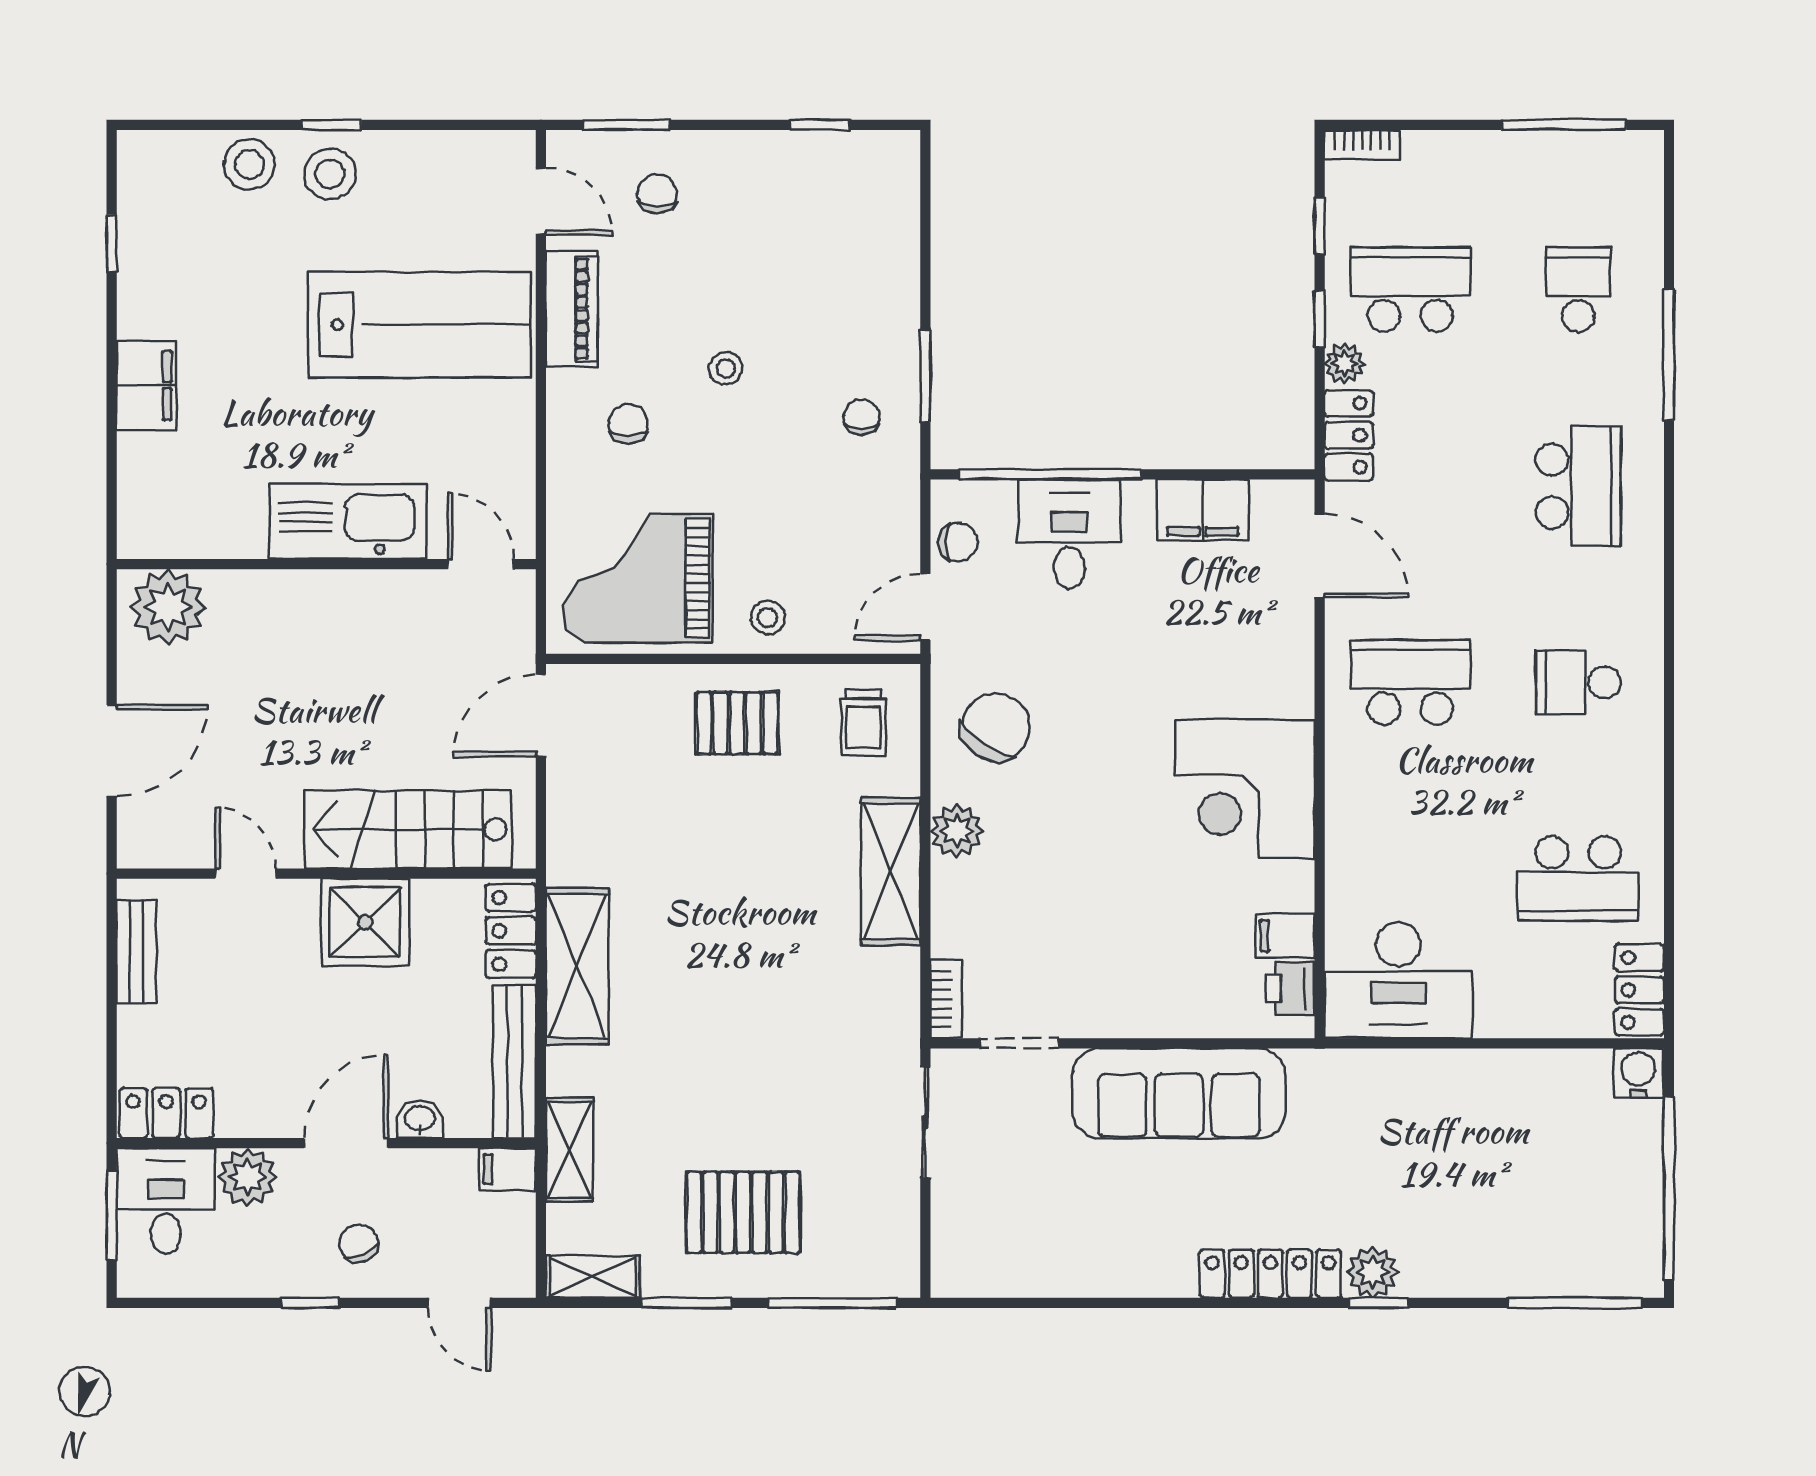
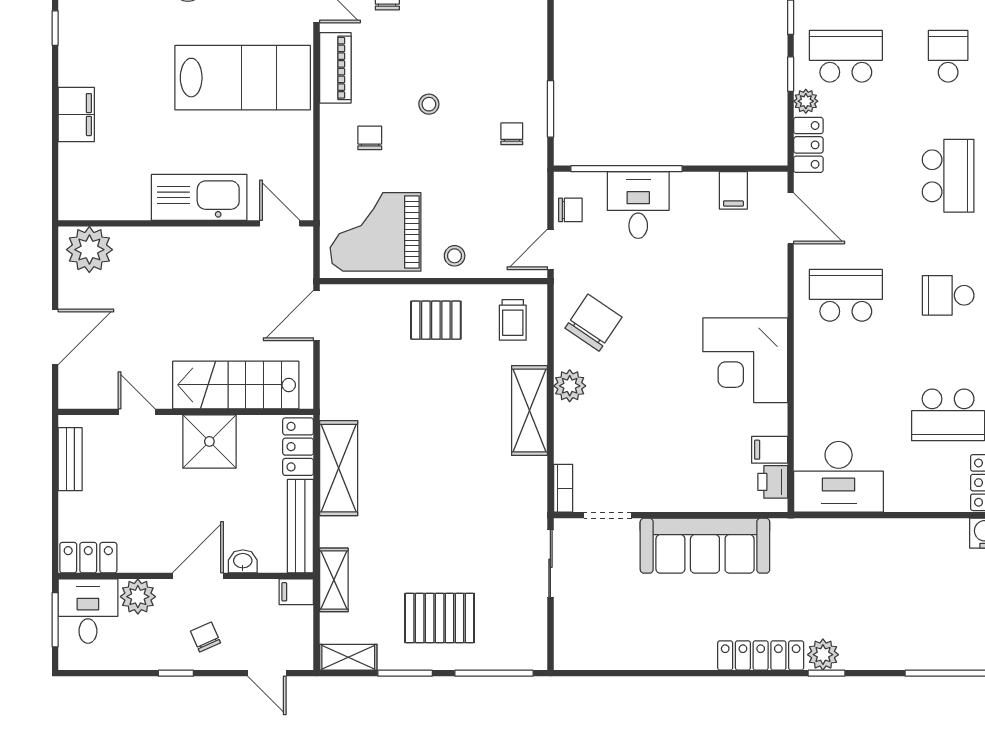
filing cabinet: (1203, 510) -> (733, 190), width x0.50

